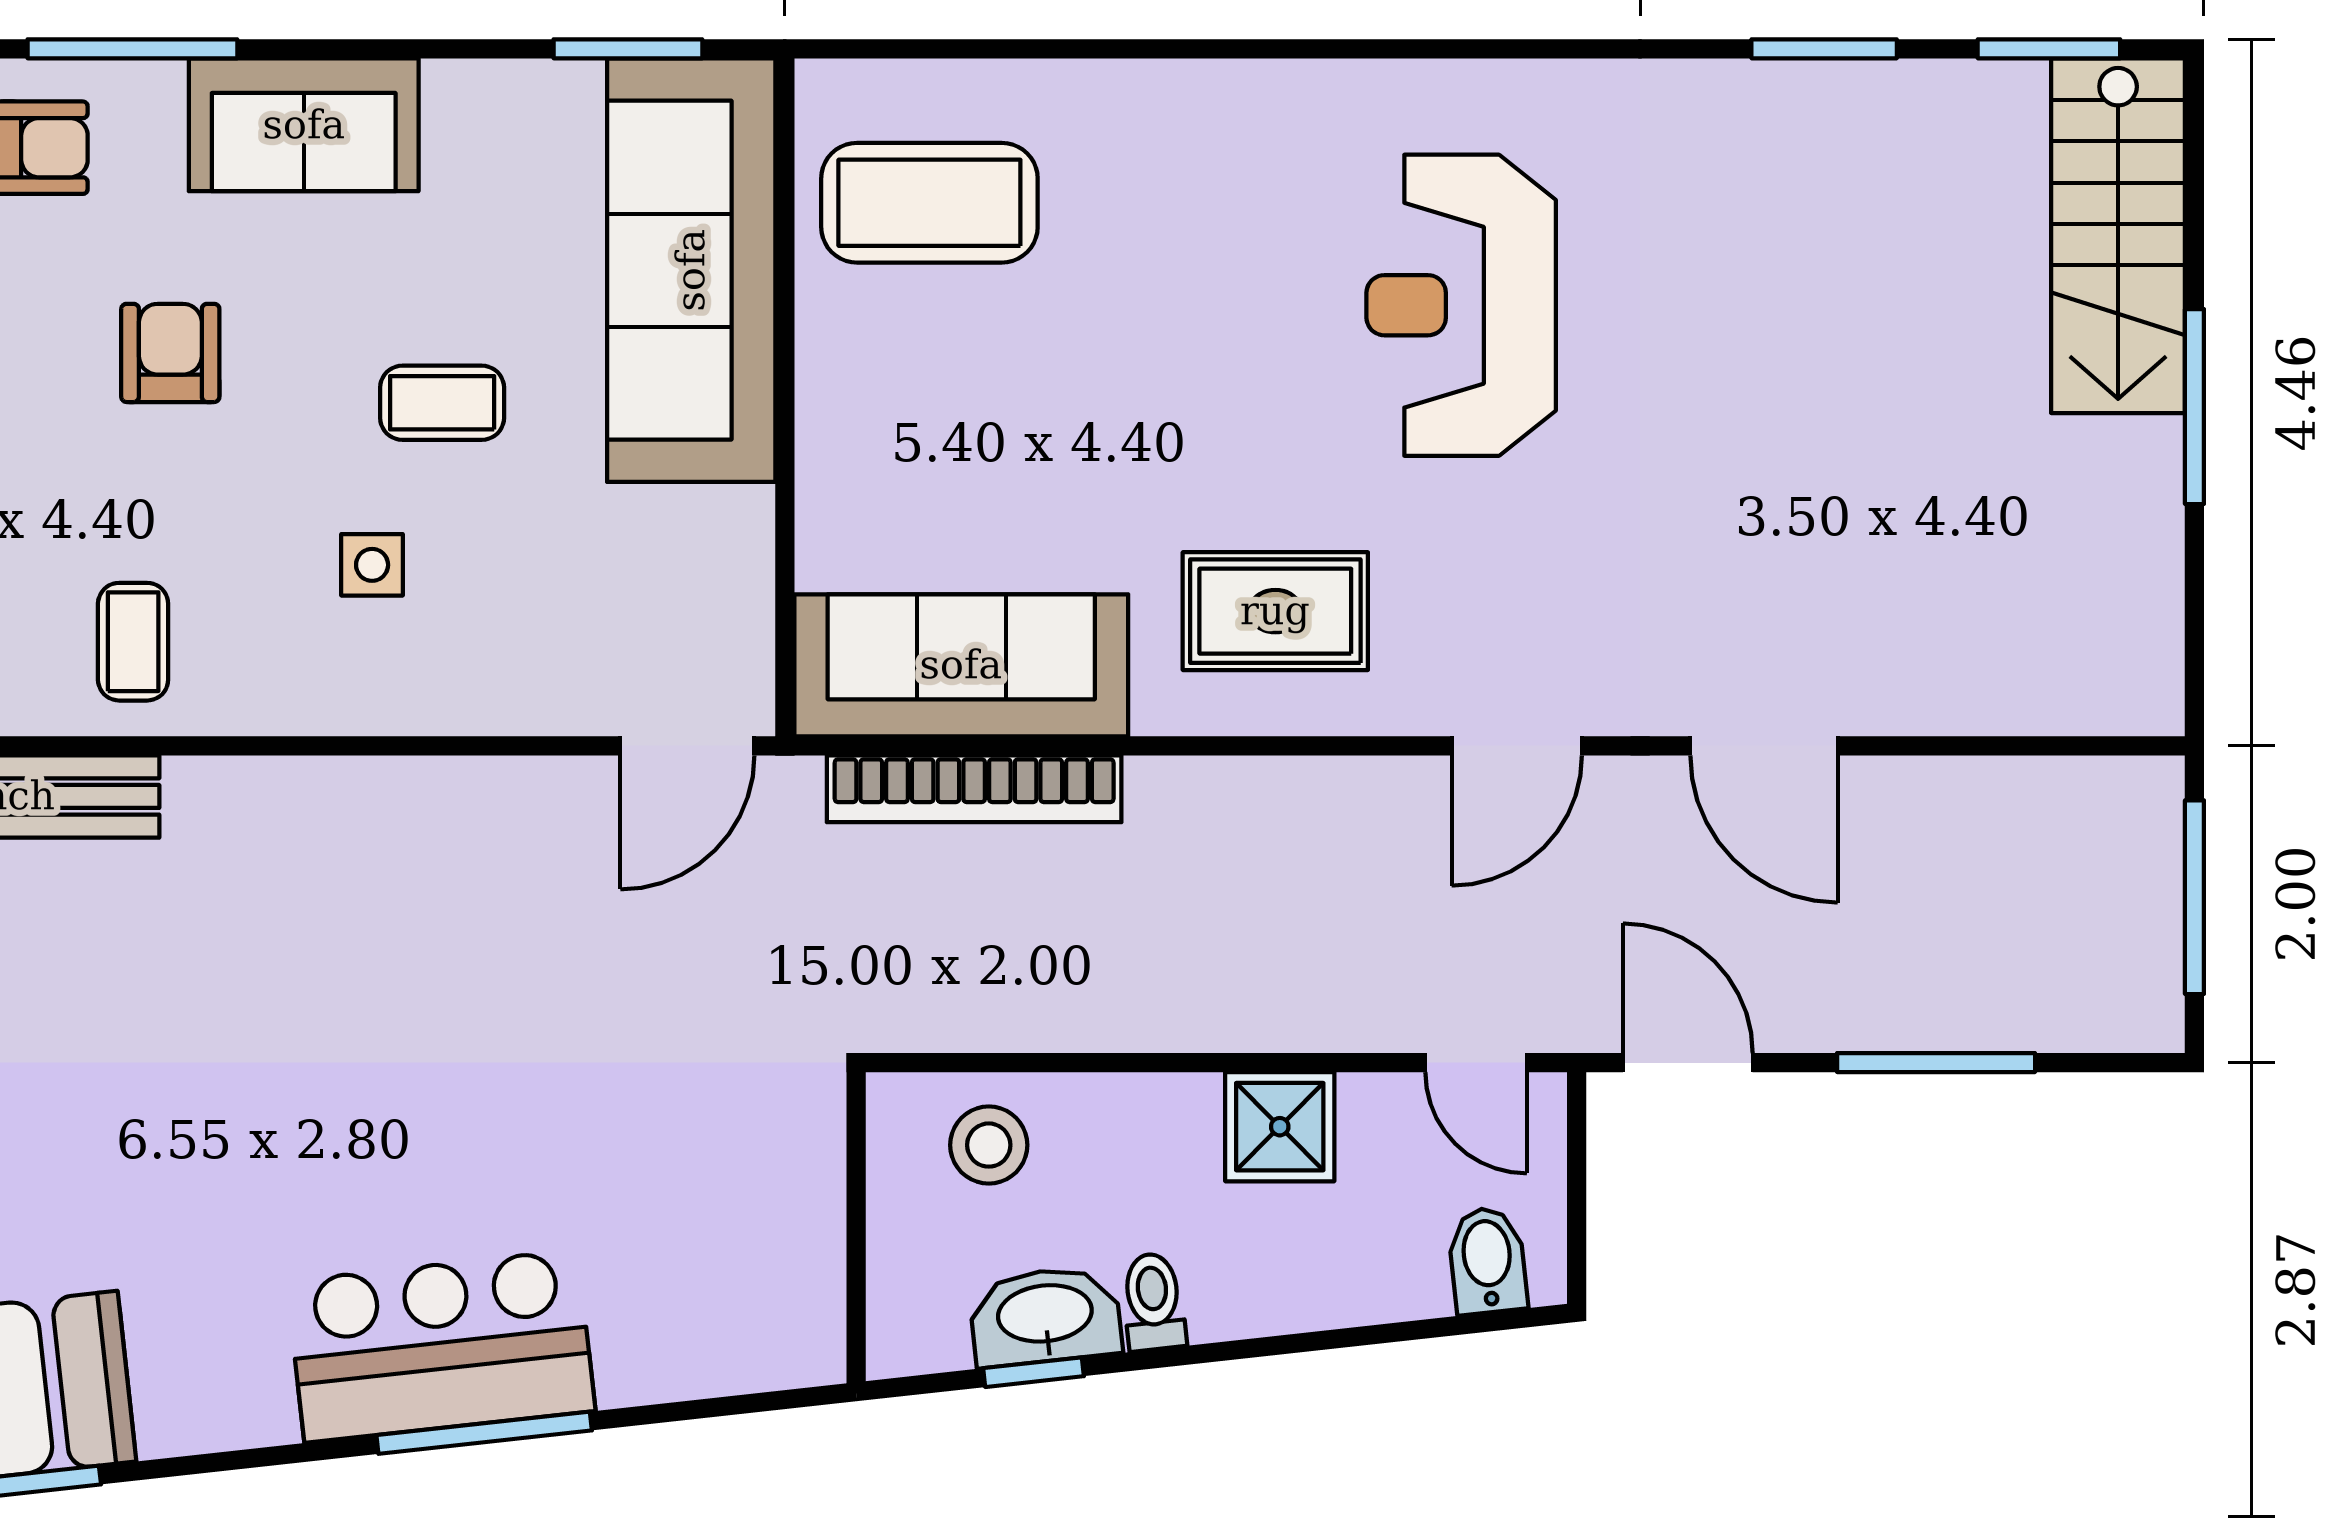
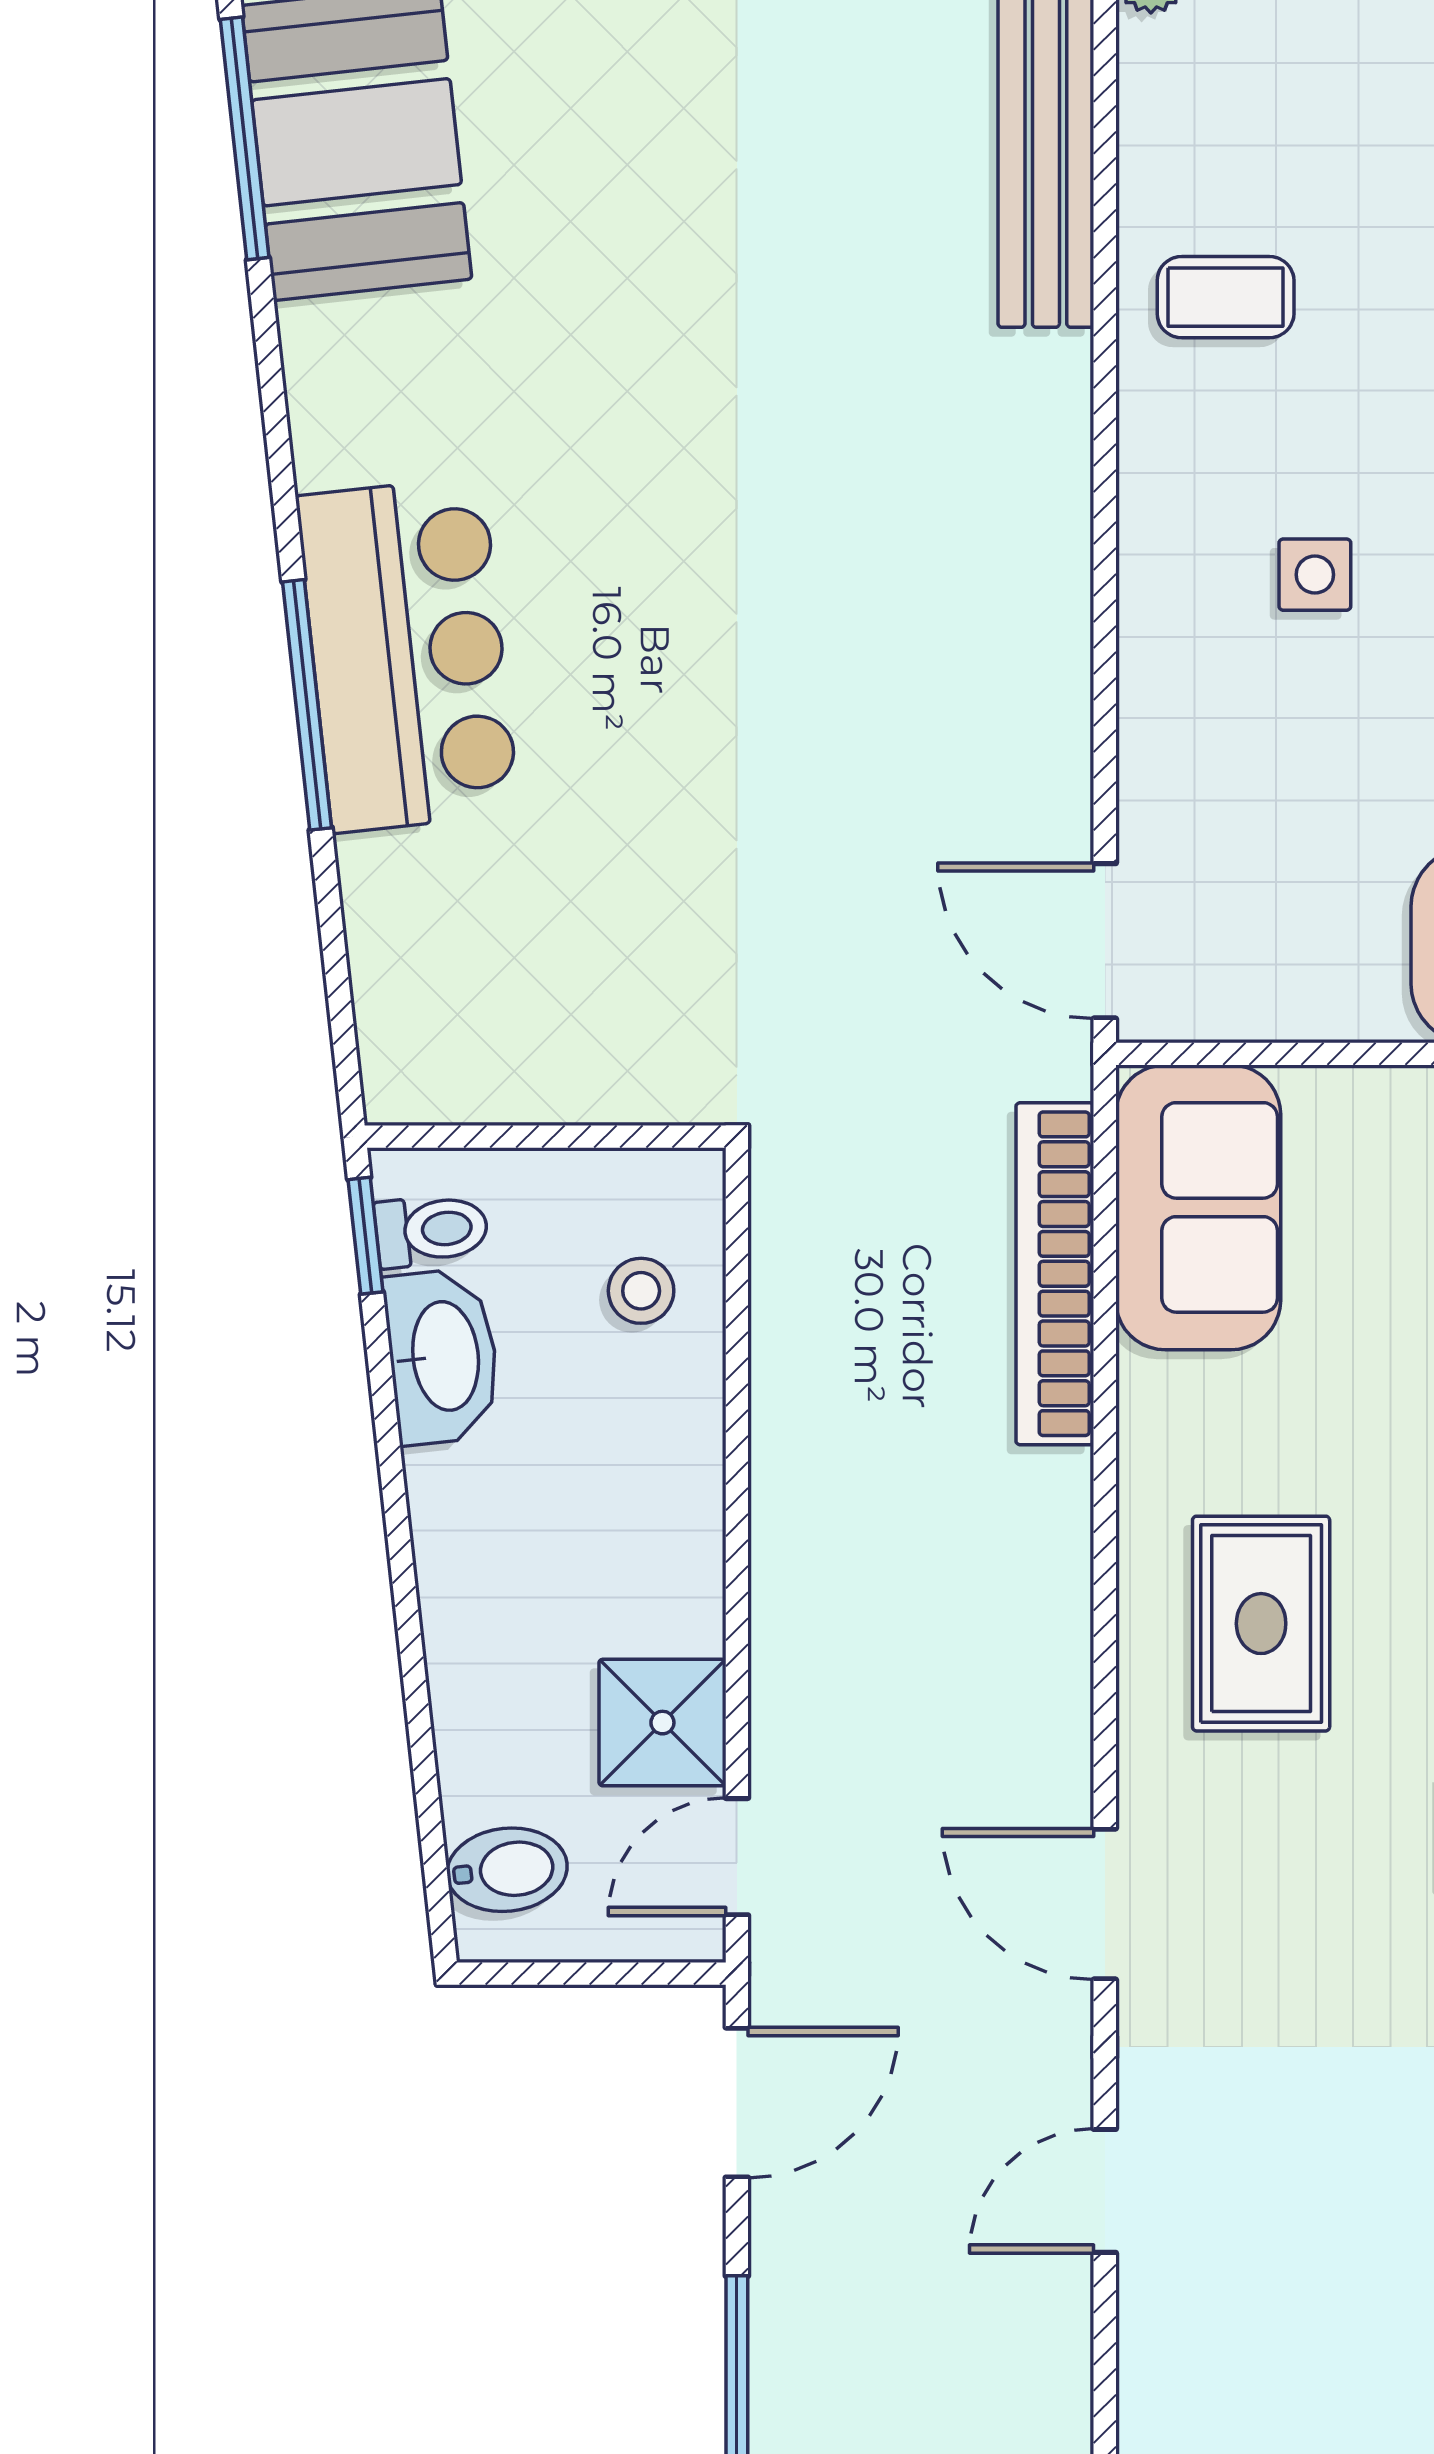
sofa: (961, 665) -> (1198, 1207), width x0.73
door: (1764, 746) -> (1105, 2191), width x0.73
shower: (1280, 1127) -> (662, 1723), moved
stool: (989, 1145) -> (641, 1291), width x0.73, depth x0.73
toilet: (1153, 1302) -> (431, 1230), moved
window: (1033, 1372) -> (366, 1236), moved

